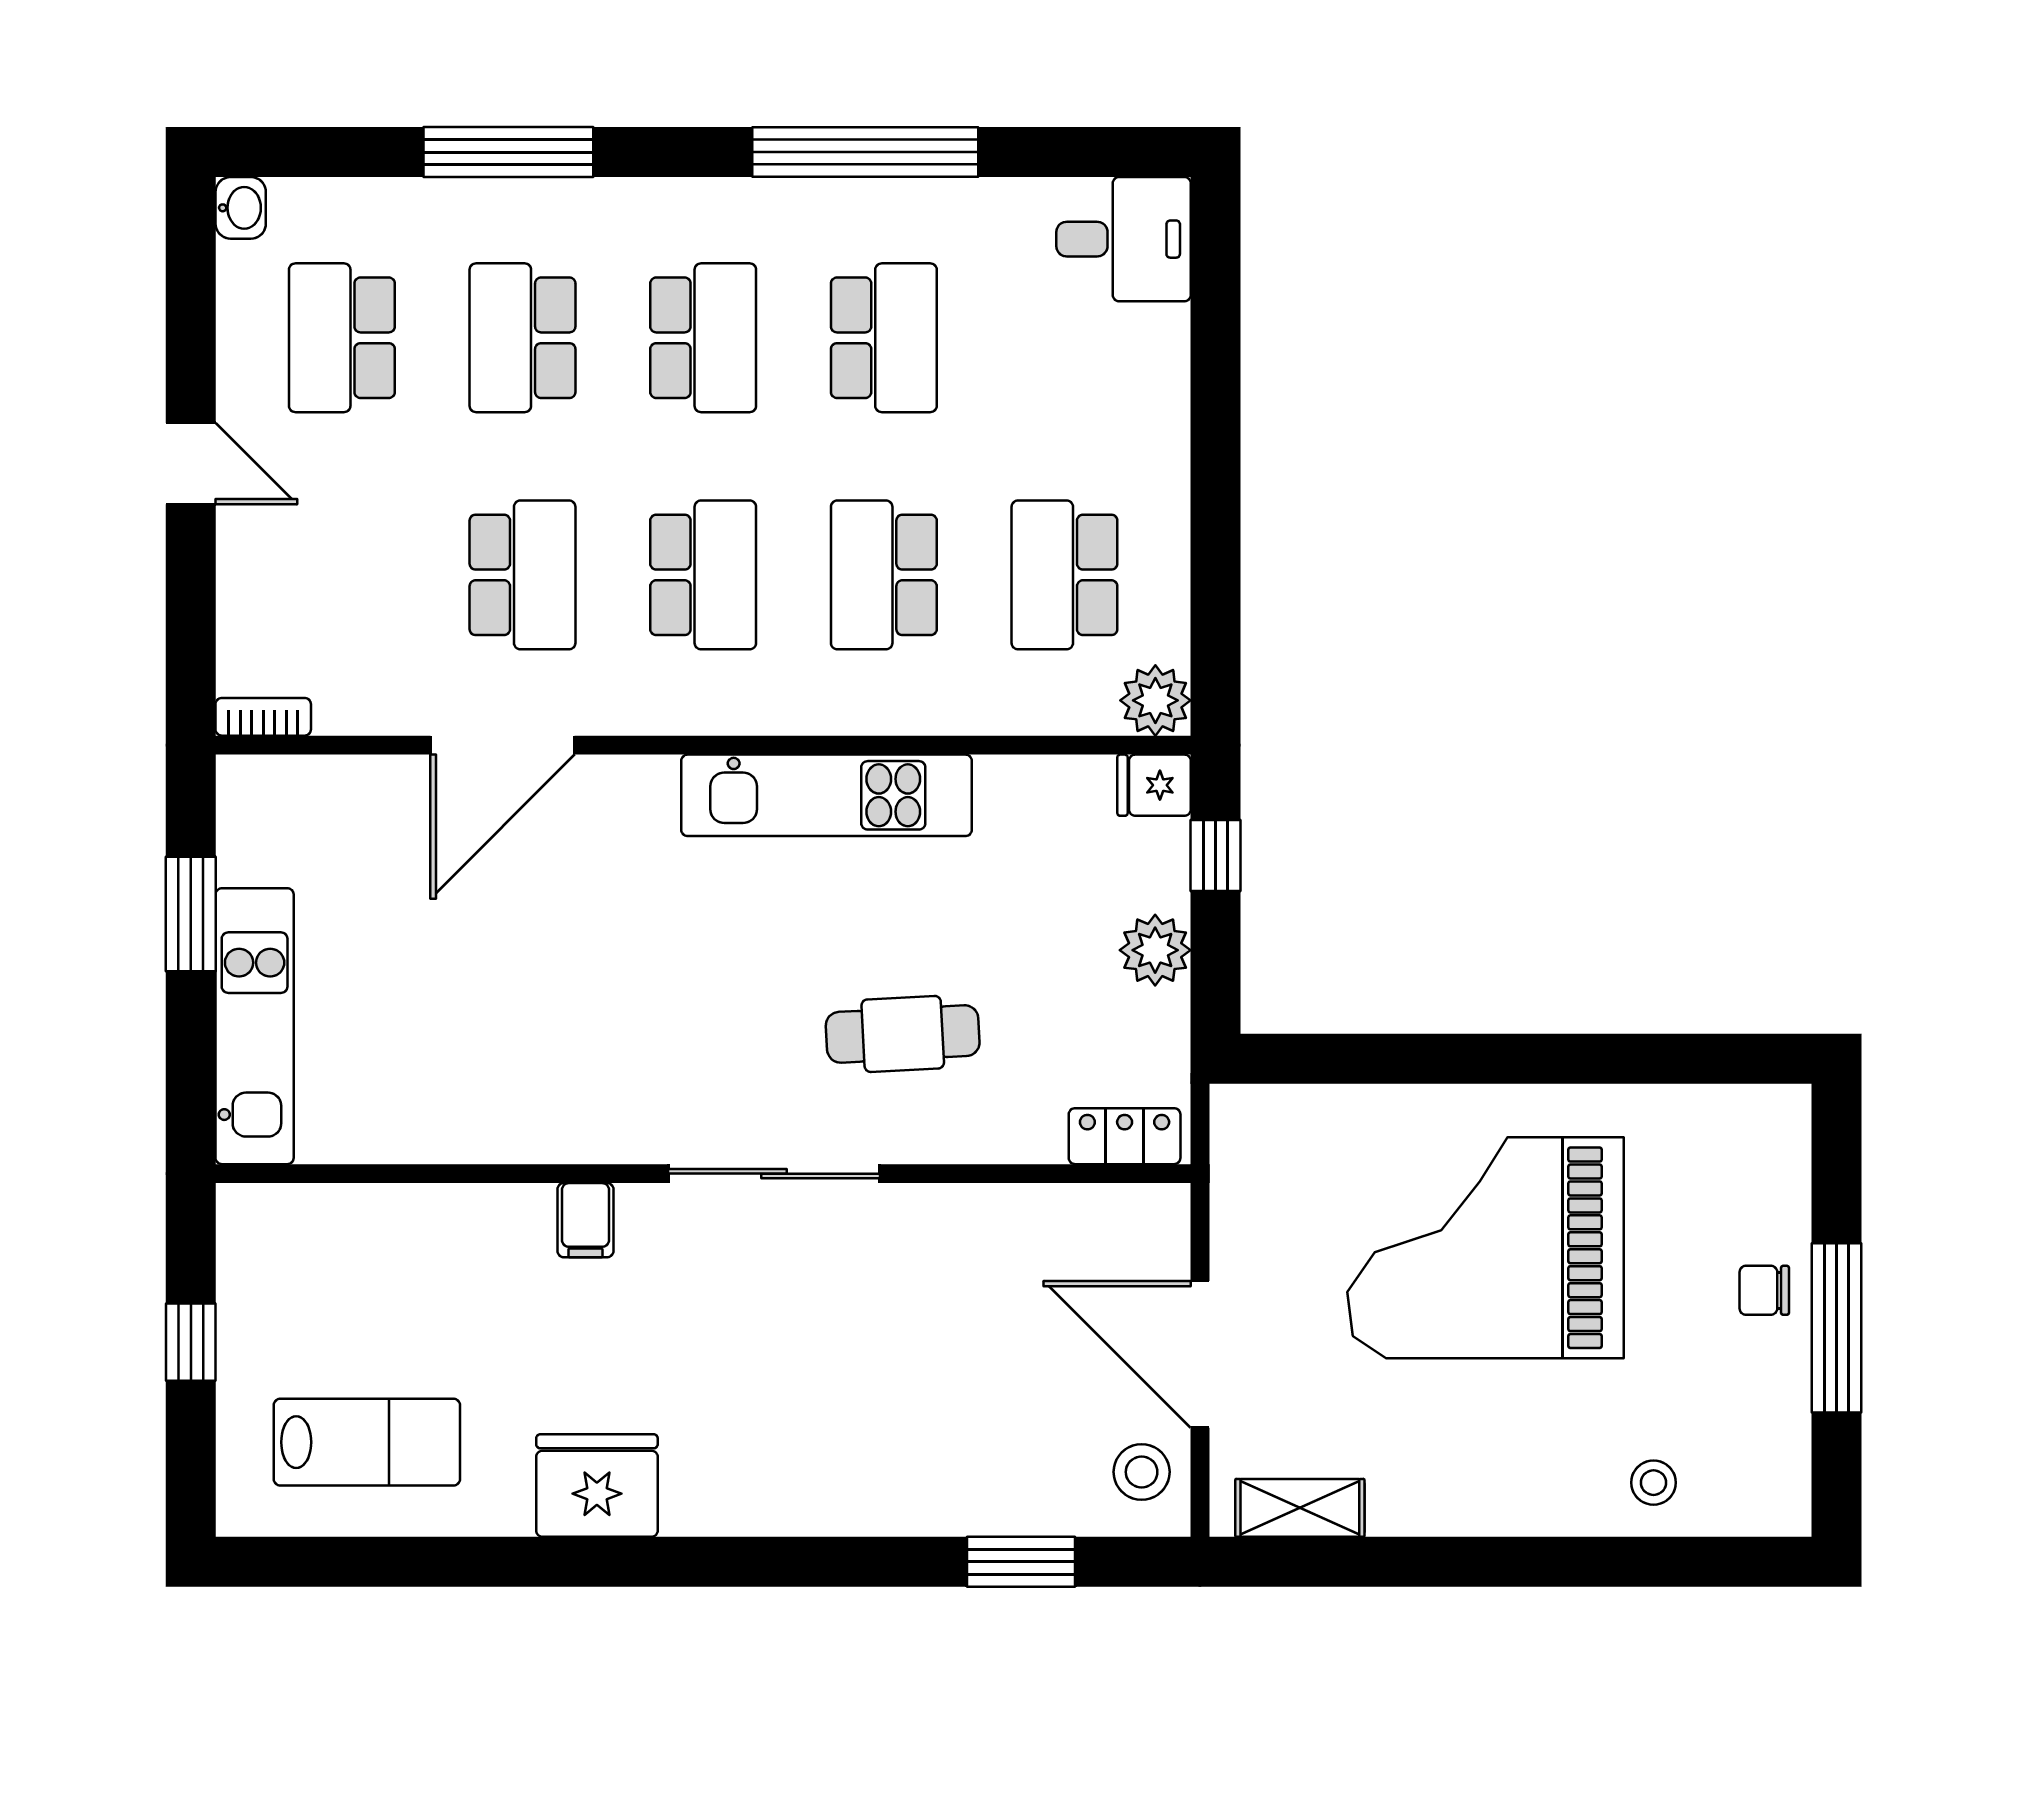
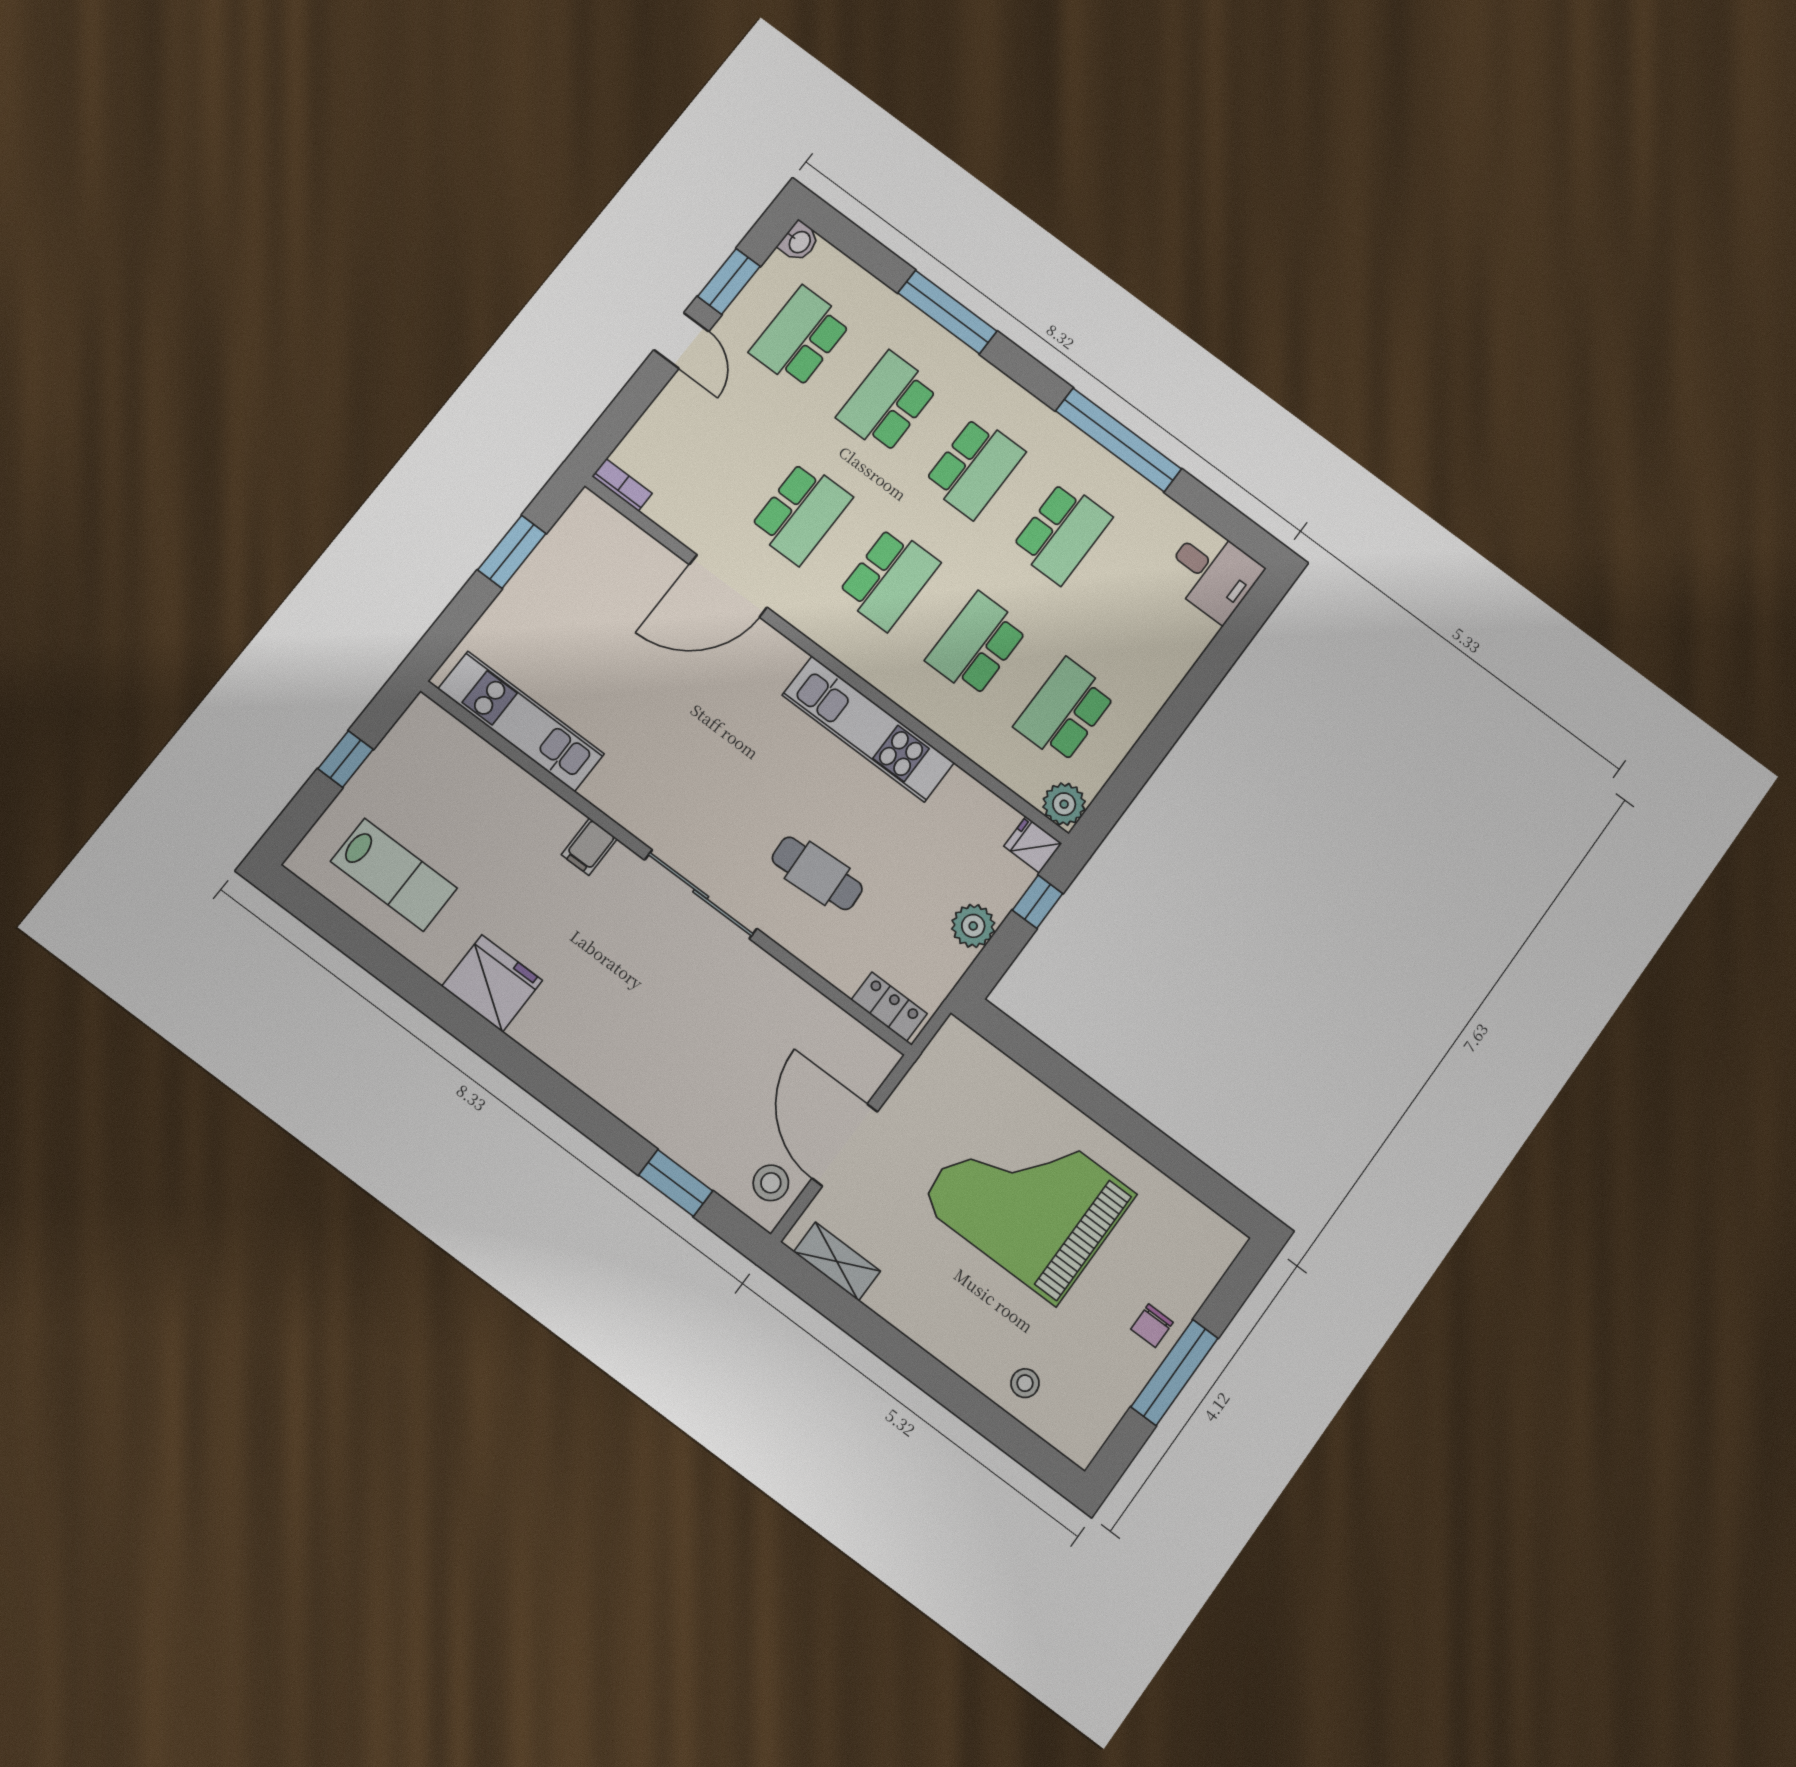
window: (191, 335) -> (729, 281), added
kitchen unit: (255, 1026) -> (521, 721), moved, turned -90
chair: (1764, 1290) -> (1152, 1326), turned -90

